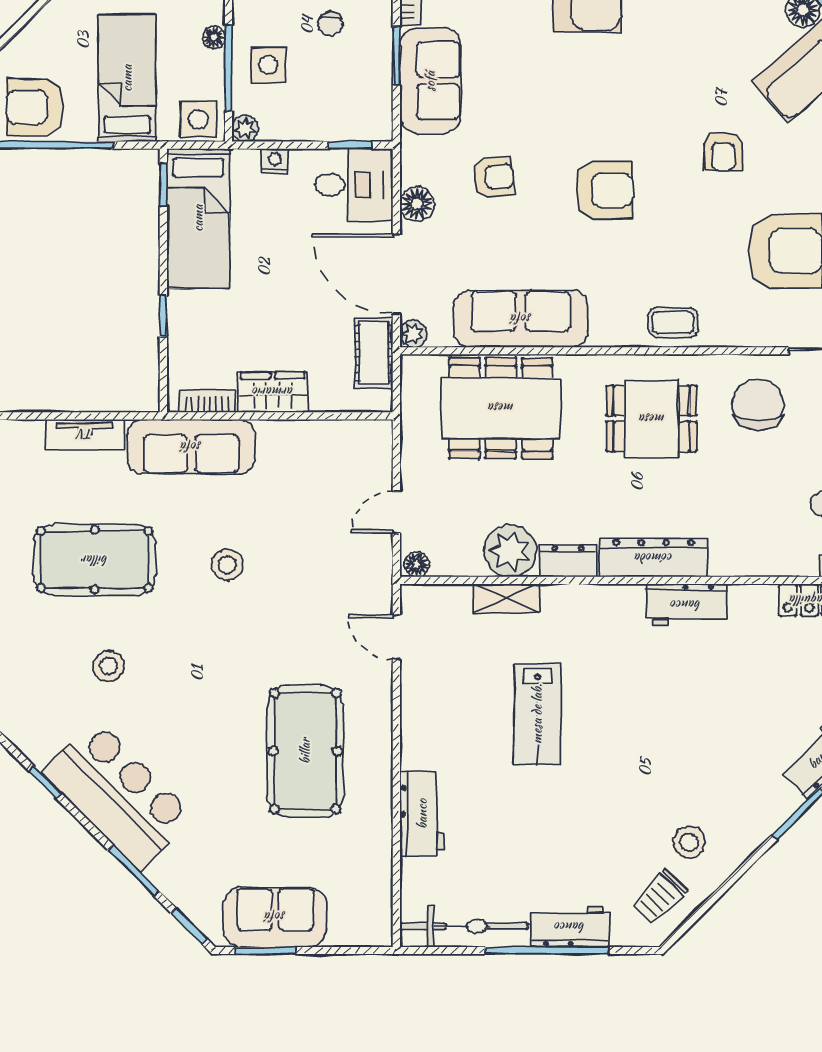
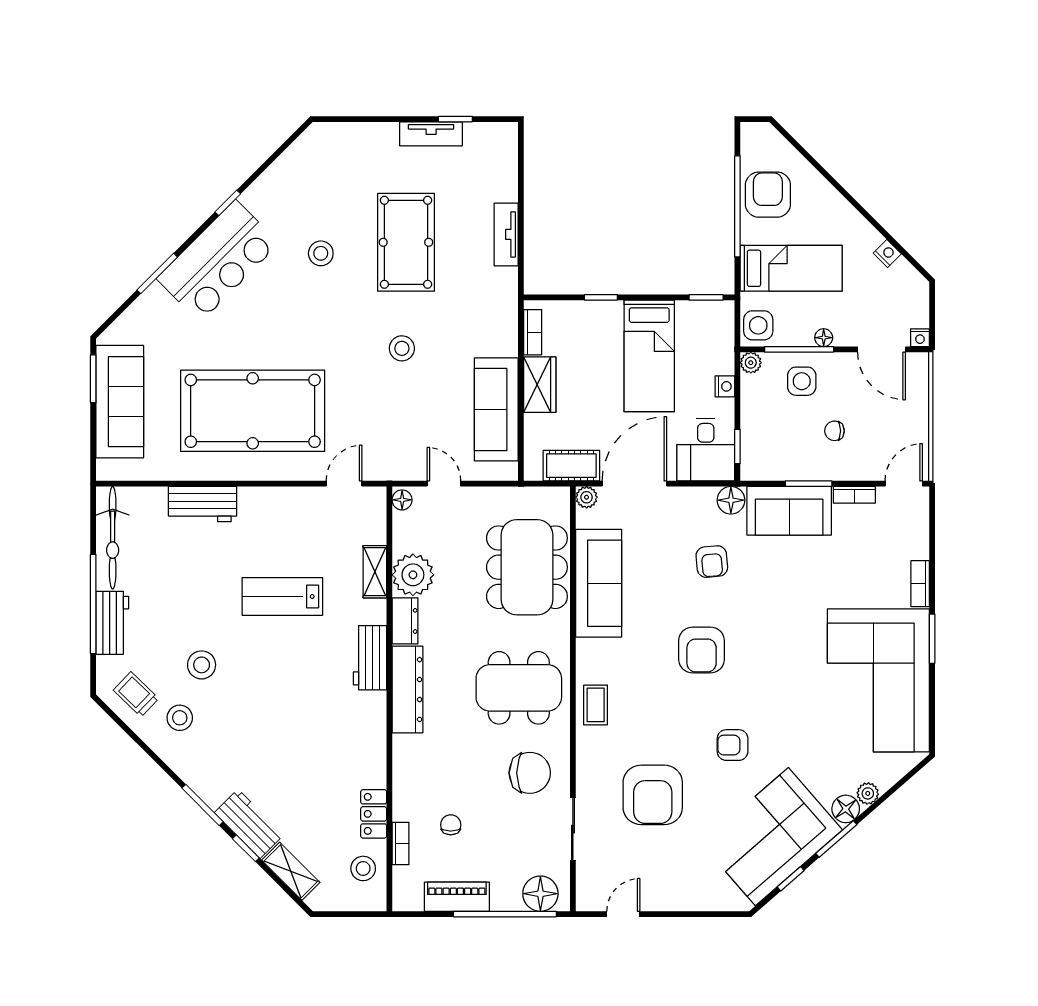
floor lamp: (417, 204) -> (731, 500), moved
bed: (198, 218) -> (649, 356), moved, turned -90
dining table: (652, 419) -> (519, 688), width x1.37
sofa: (191, 447) -> (496, 409), moved
workbench: (686, 605) -> (370, 658), moved
pool table: (305, 751) -> (253, 411), width x1.36, depth x1.32
stool: (623, 815) -> (202, 665), added
sofa: (275, 917) -> (120, 402), width x1.36
window: (189, 926) -> (113, 318), removed

